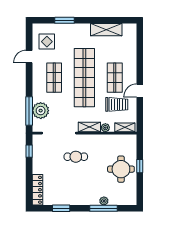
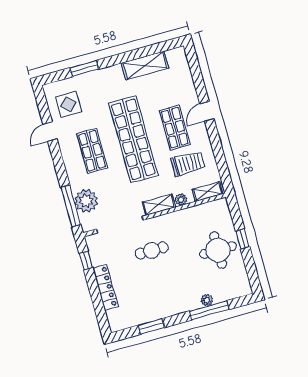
door: (140, 91) -> (207, 111), moved
locker: (37, 190) -> (106, 287), moved

